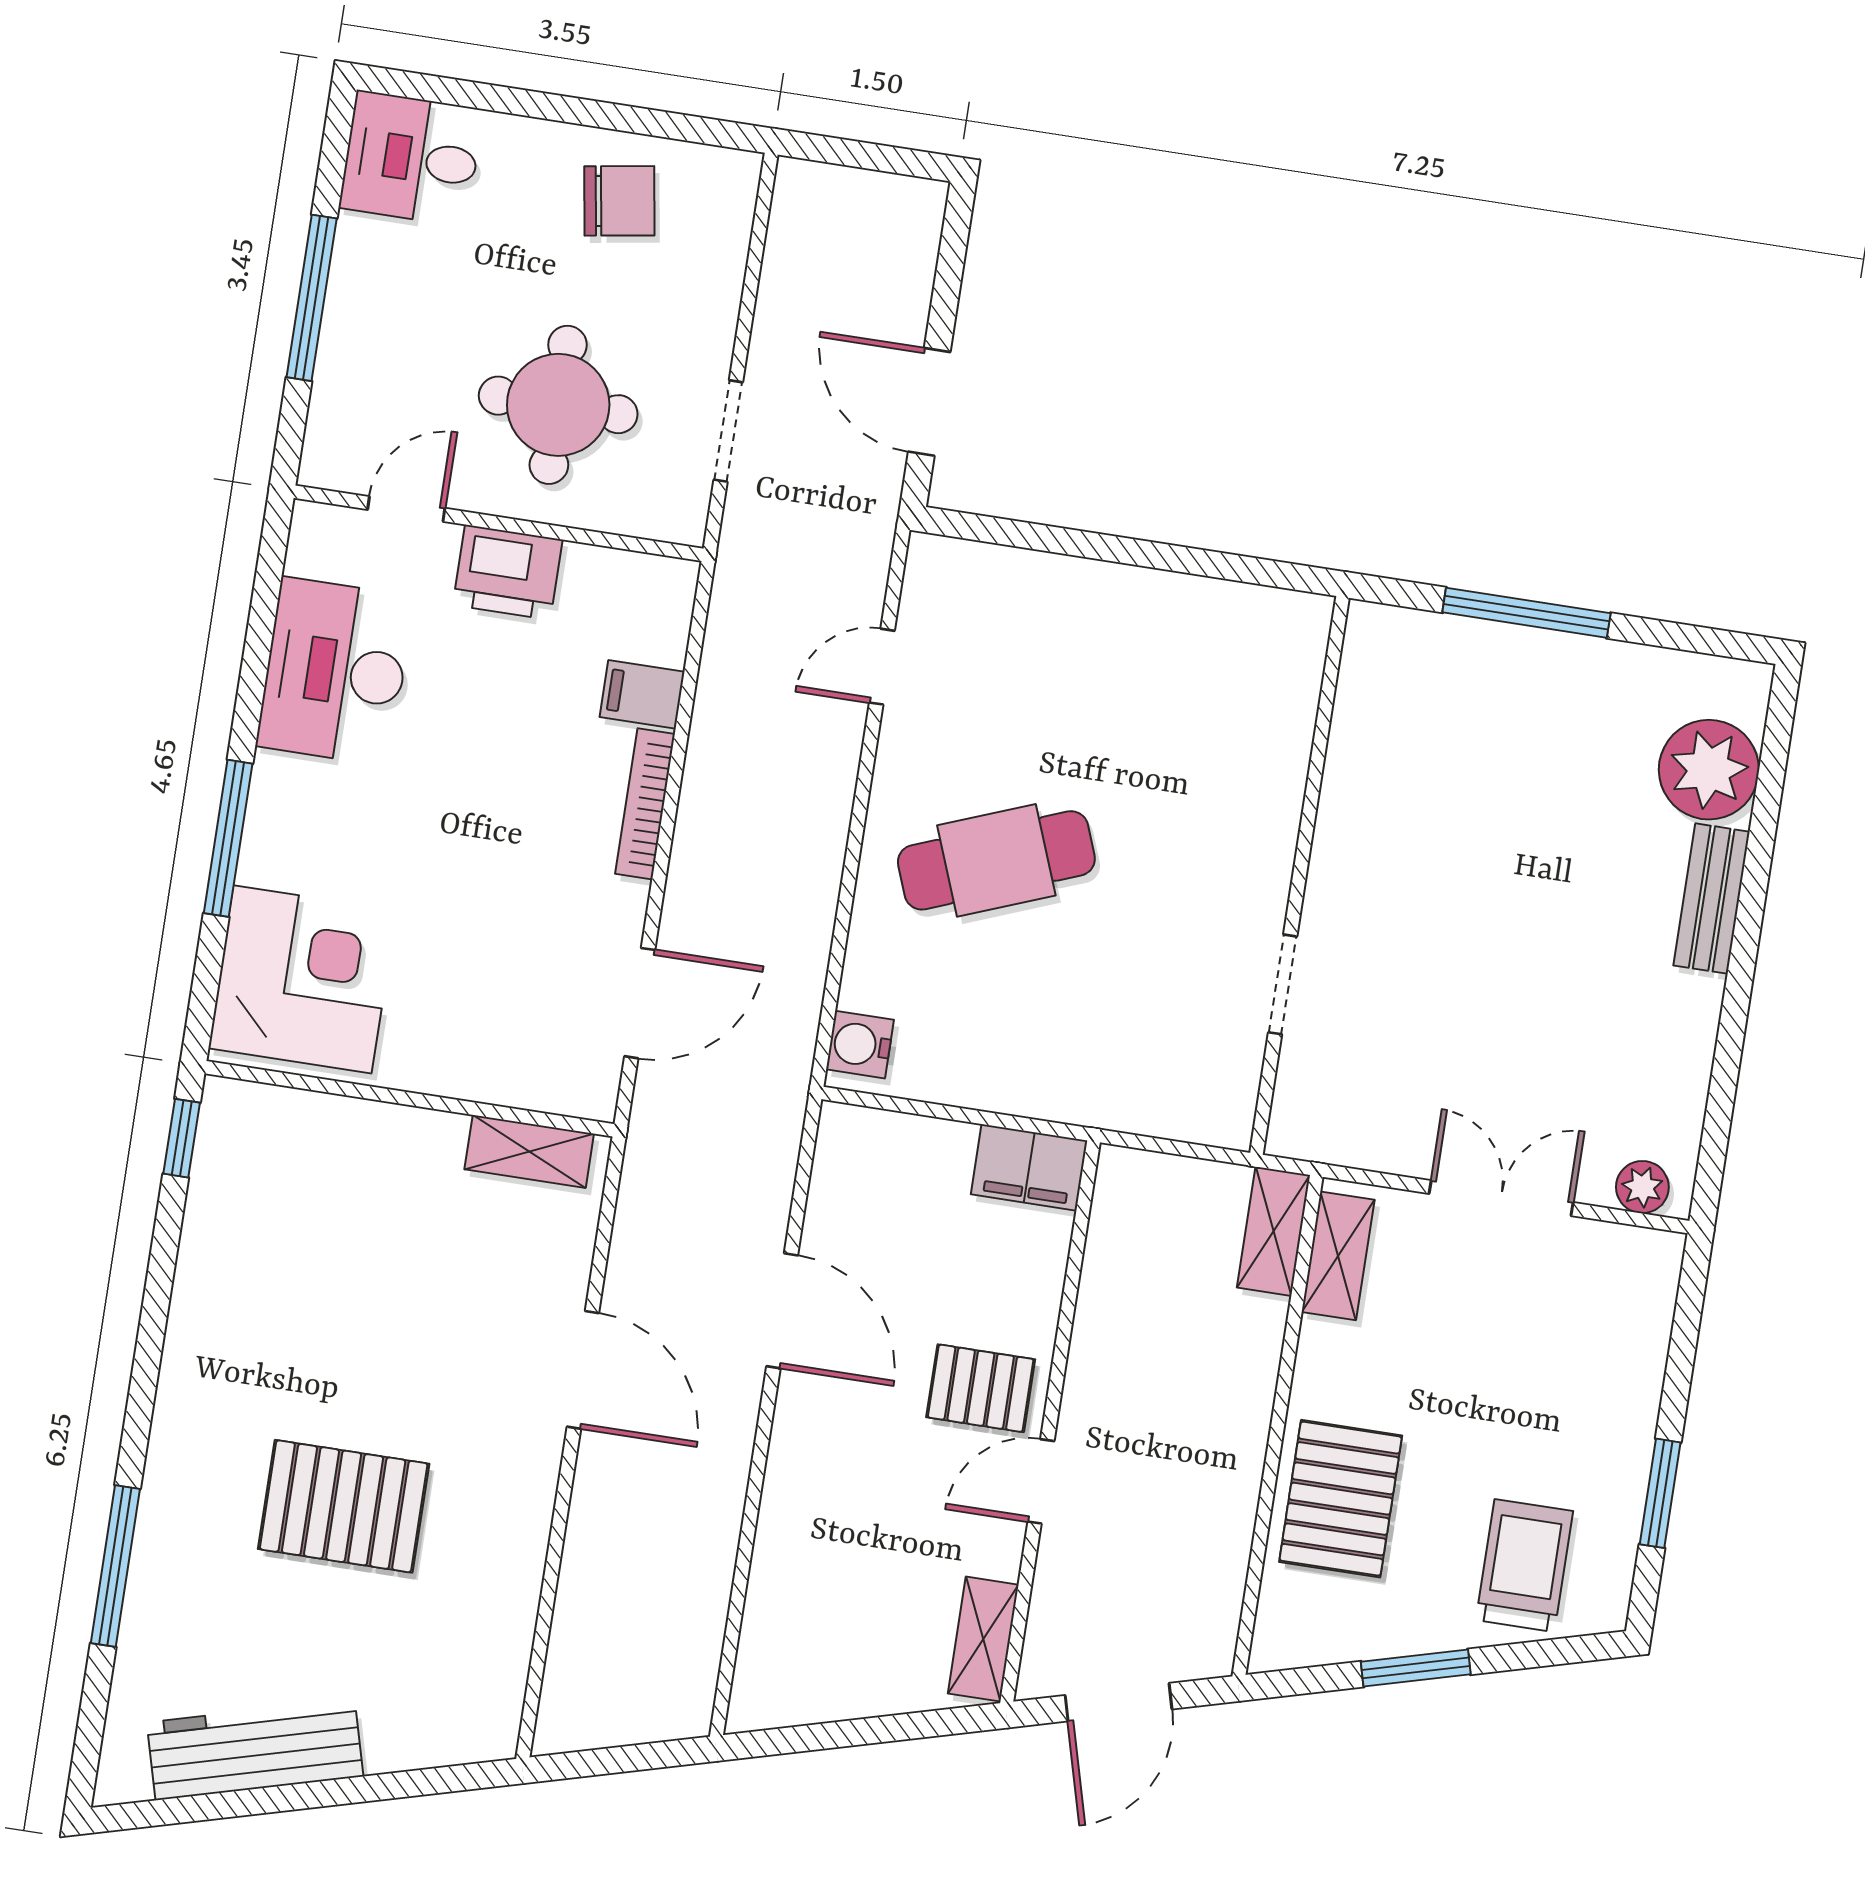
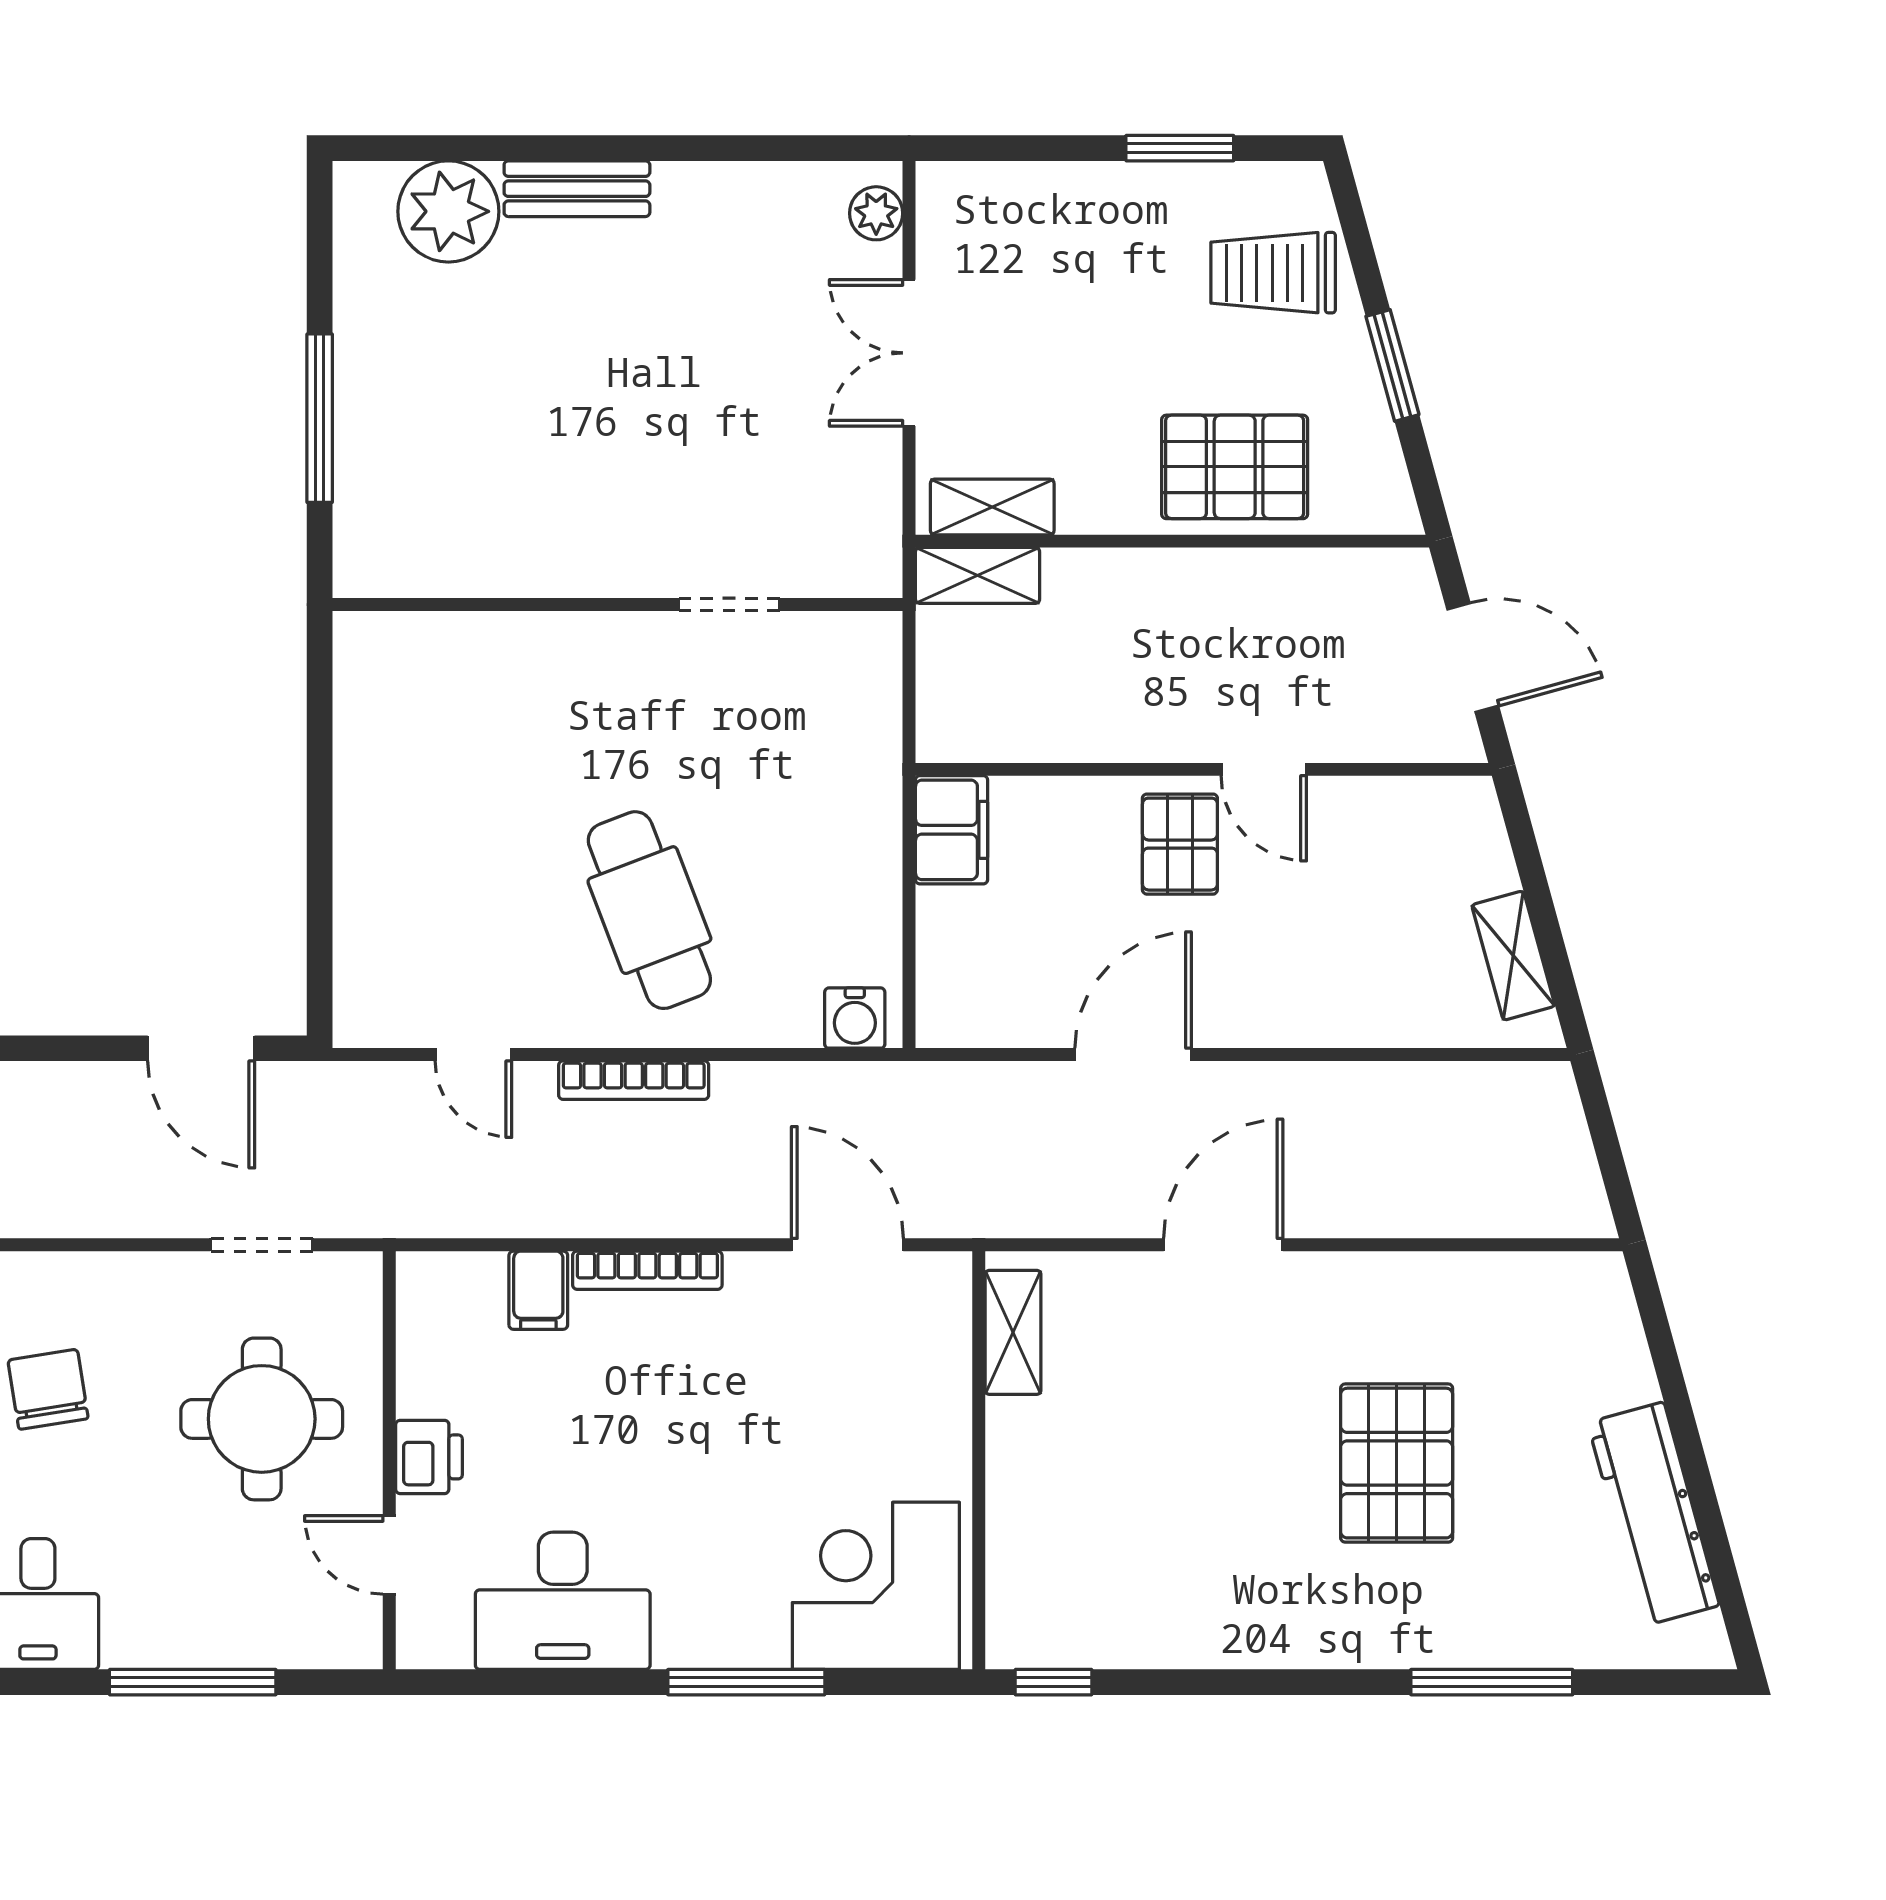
door: (929, 402) -> (201, 1048), hinge flipped
printer: (508, 572) -> (429, 1457), width x0.73, depth x0.81
bookcase: (833, 819) -> (634, 1080), added
shelving: (983, 1639) -> (1513, 956), moved, turned 75

